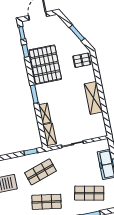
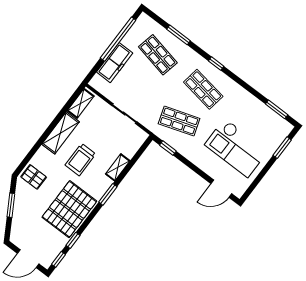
trolley: (68, 96) -> (80, 160), added
shelving: (50, 134) -> (81, 103), moved

